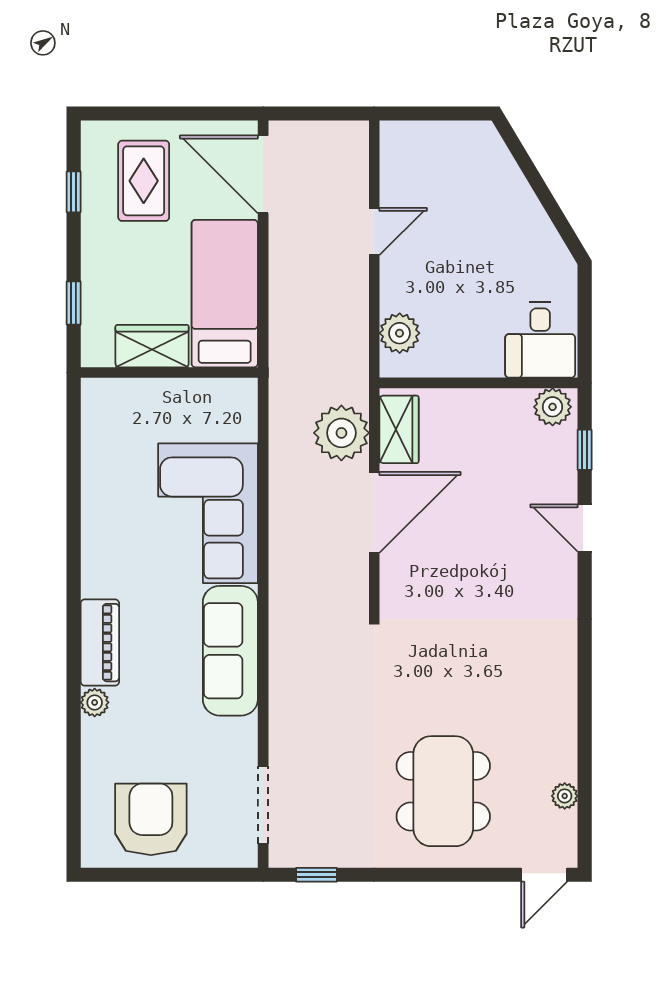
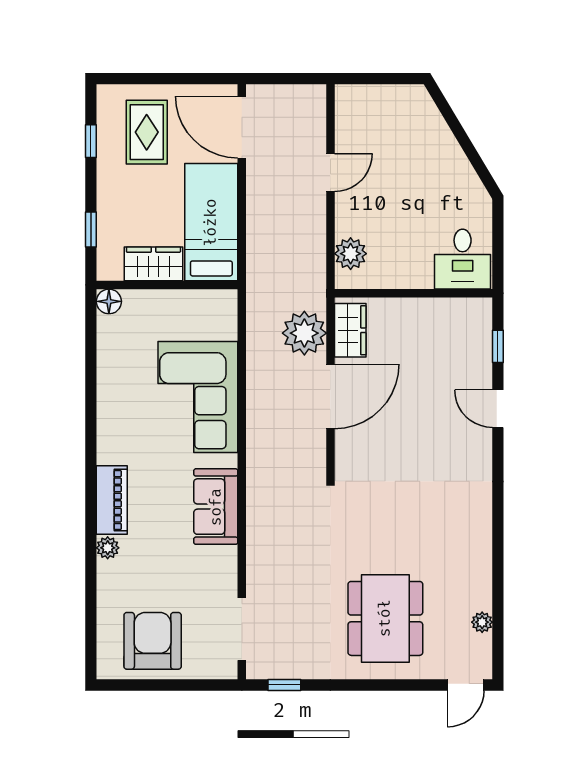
floor lamp: (96, 393) -> (109, 301), added
plant: (553, 407) -> (472, 312), removed
sofa: (230, 651) -> (216, 507), width x0.73

